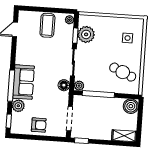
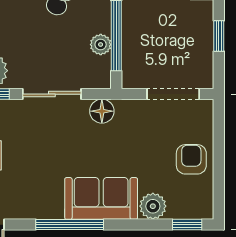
window: (11, 86) -> (70, 225), moved
plant: (79, 86) -> (101, 45), moved
window: (81, 141) -> (219, 36), moved

